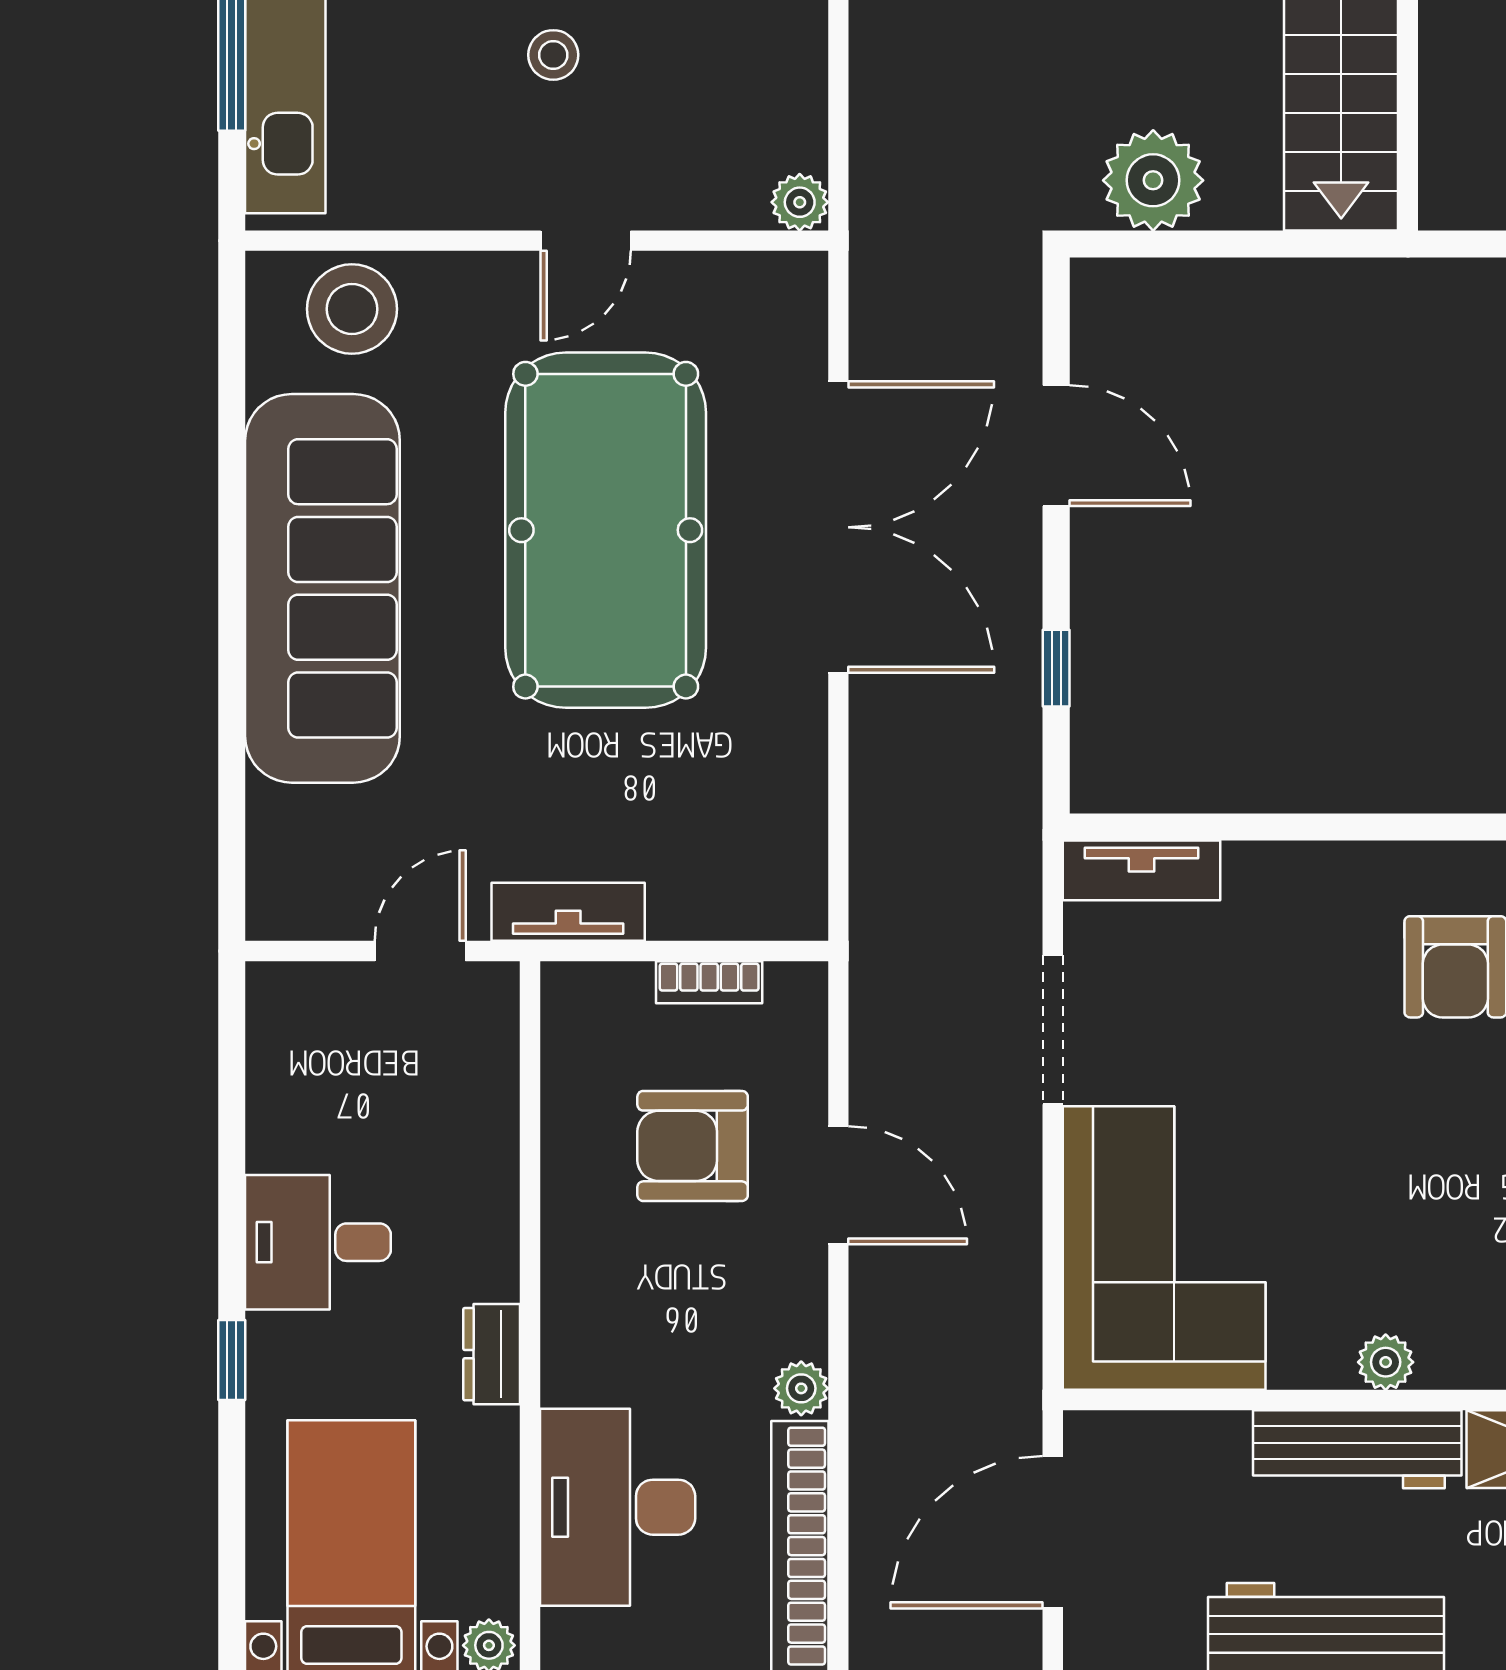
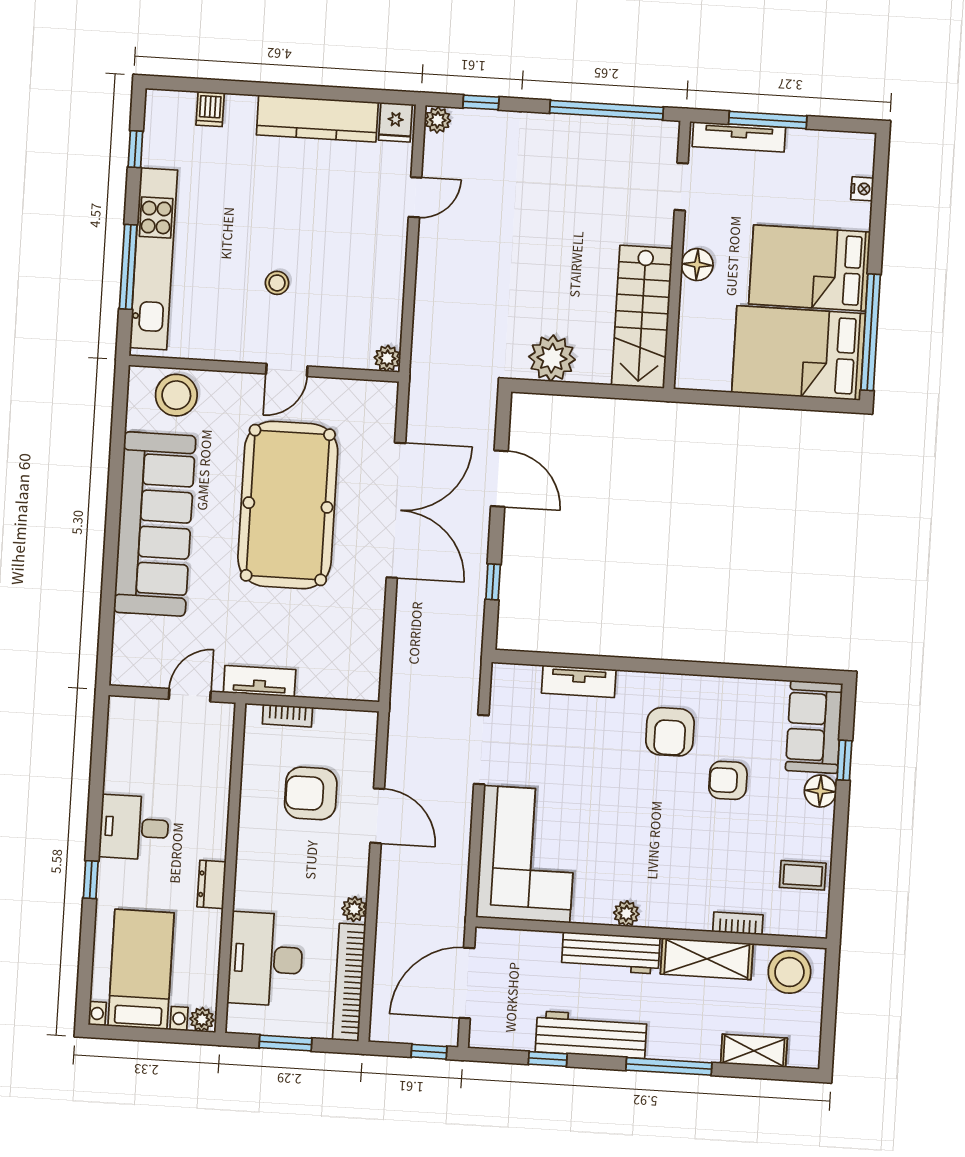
tv unit: (1141, 870) -> (579, 681), moved
bookcase: (709, 982) -> (287, 716), moved

